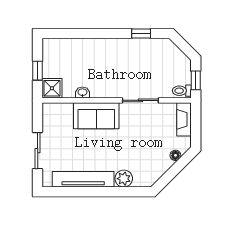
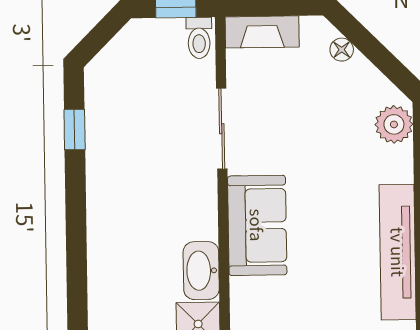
washbasin: (82, 93) -> (201, 271), width x1.91, depth x1.45
plant: (124, 179) -> (394, 124), moved

